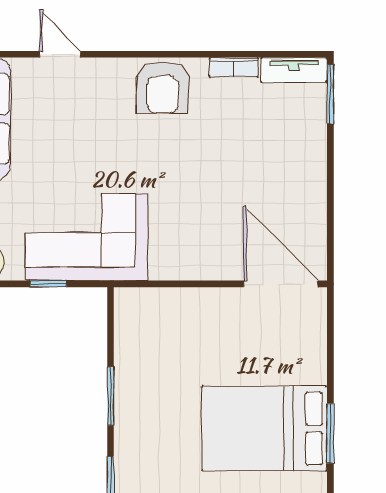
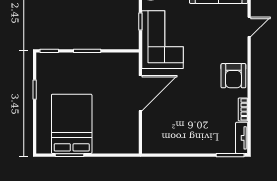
armchair: (163, 87) -> (233, 76), turned -90
door: (281, 284) -> (140, 93), moved

